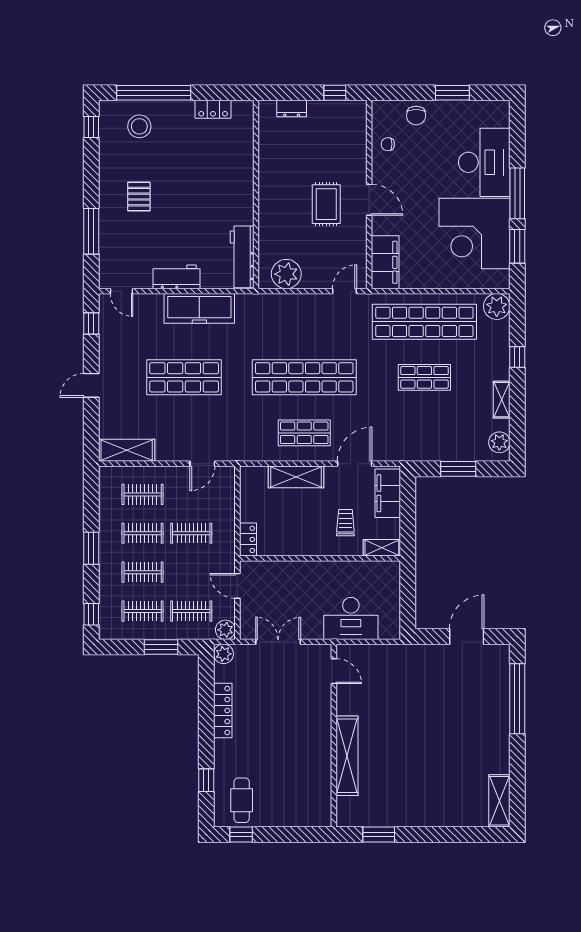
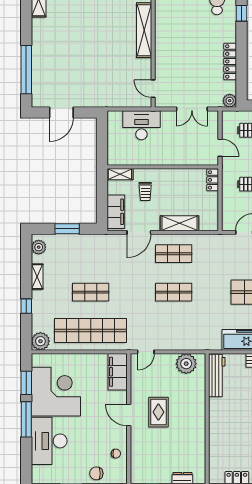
chair: (416, 115) -> (96, 473), turned -90
shop shelf: (304, 377) -> (174, 292), width x0.50, depth x0.74
plant: (225, 630) -> (228, 117), removed

